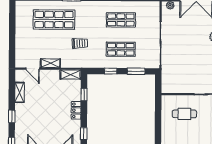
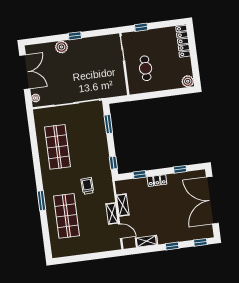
shop shelf: (121, 20) -> (57, 147), width x1.43, depth x1.36
shop shelf: (121, 49) -> (88, 143), removed
door: (33, 69) -> (120, 231), hinge flipped
window: (111, 71) -> (113, 163), moved
shelving: (71, 75) -> (123, 205), moved

